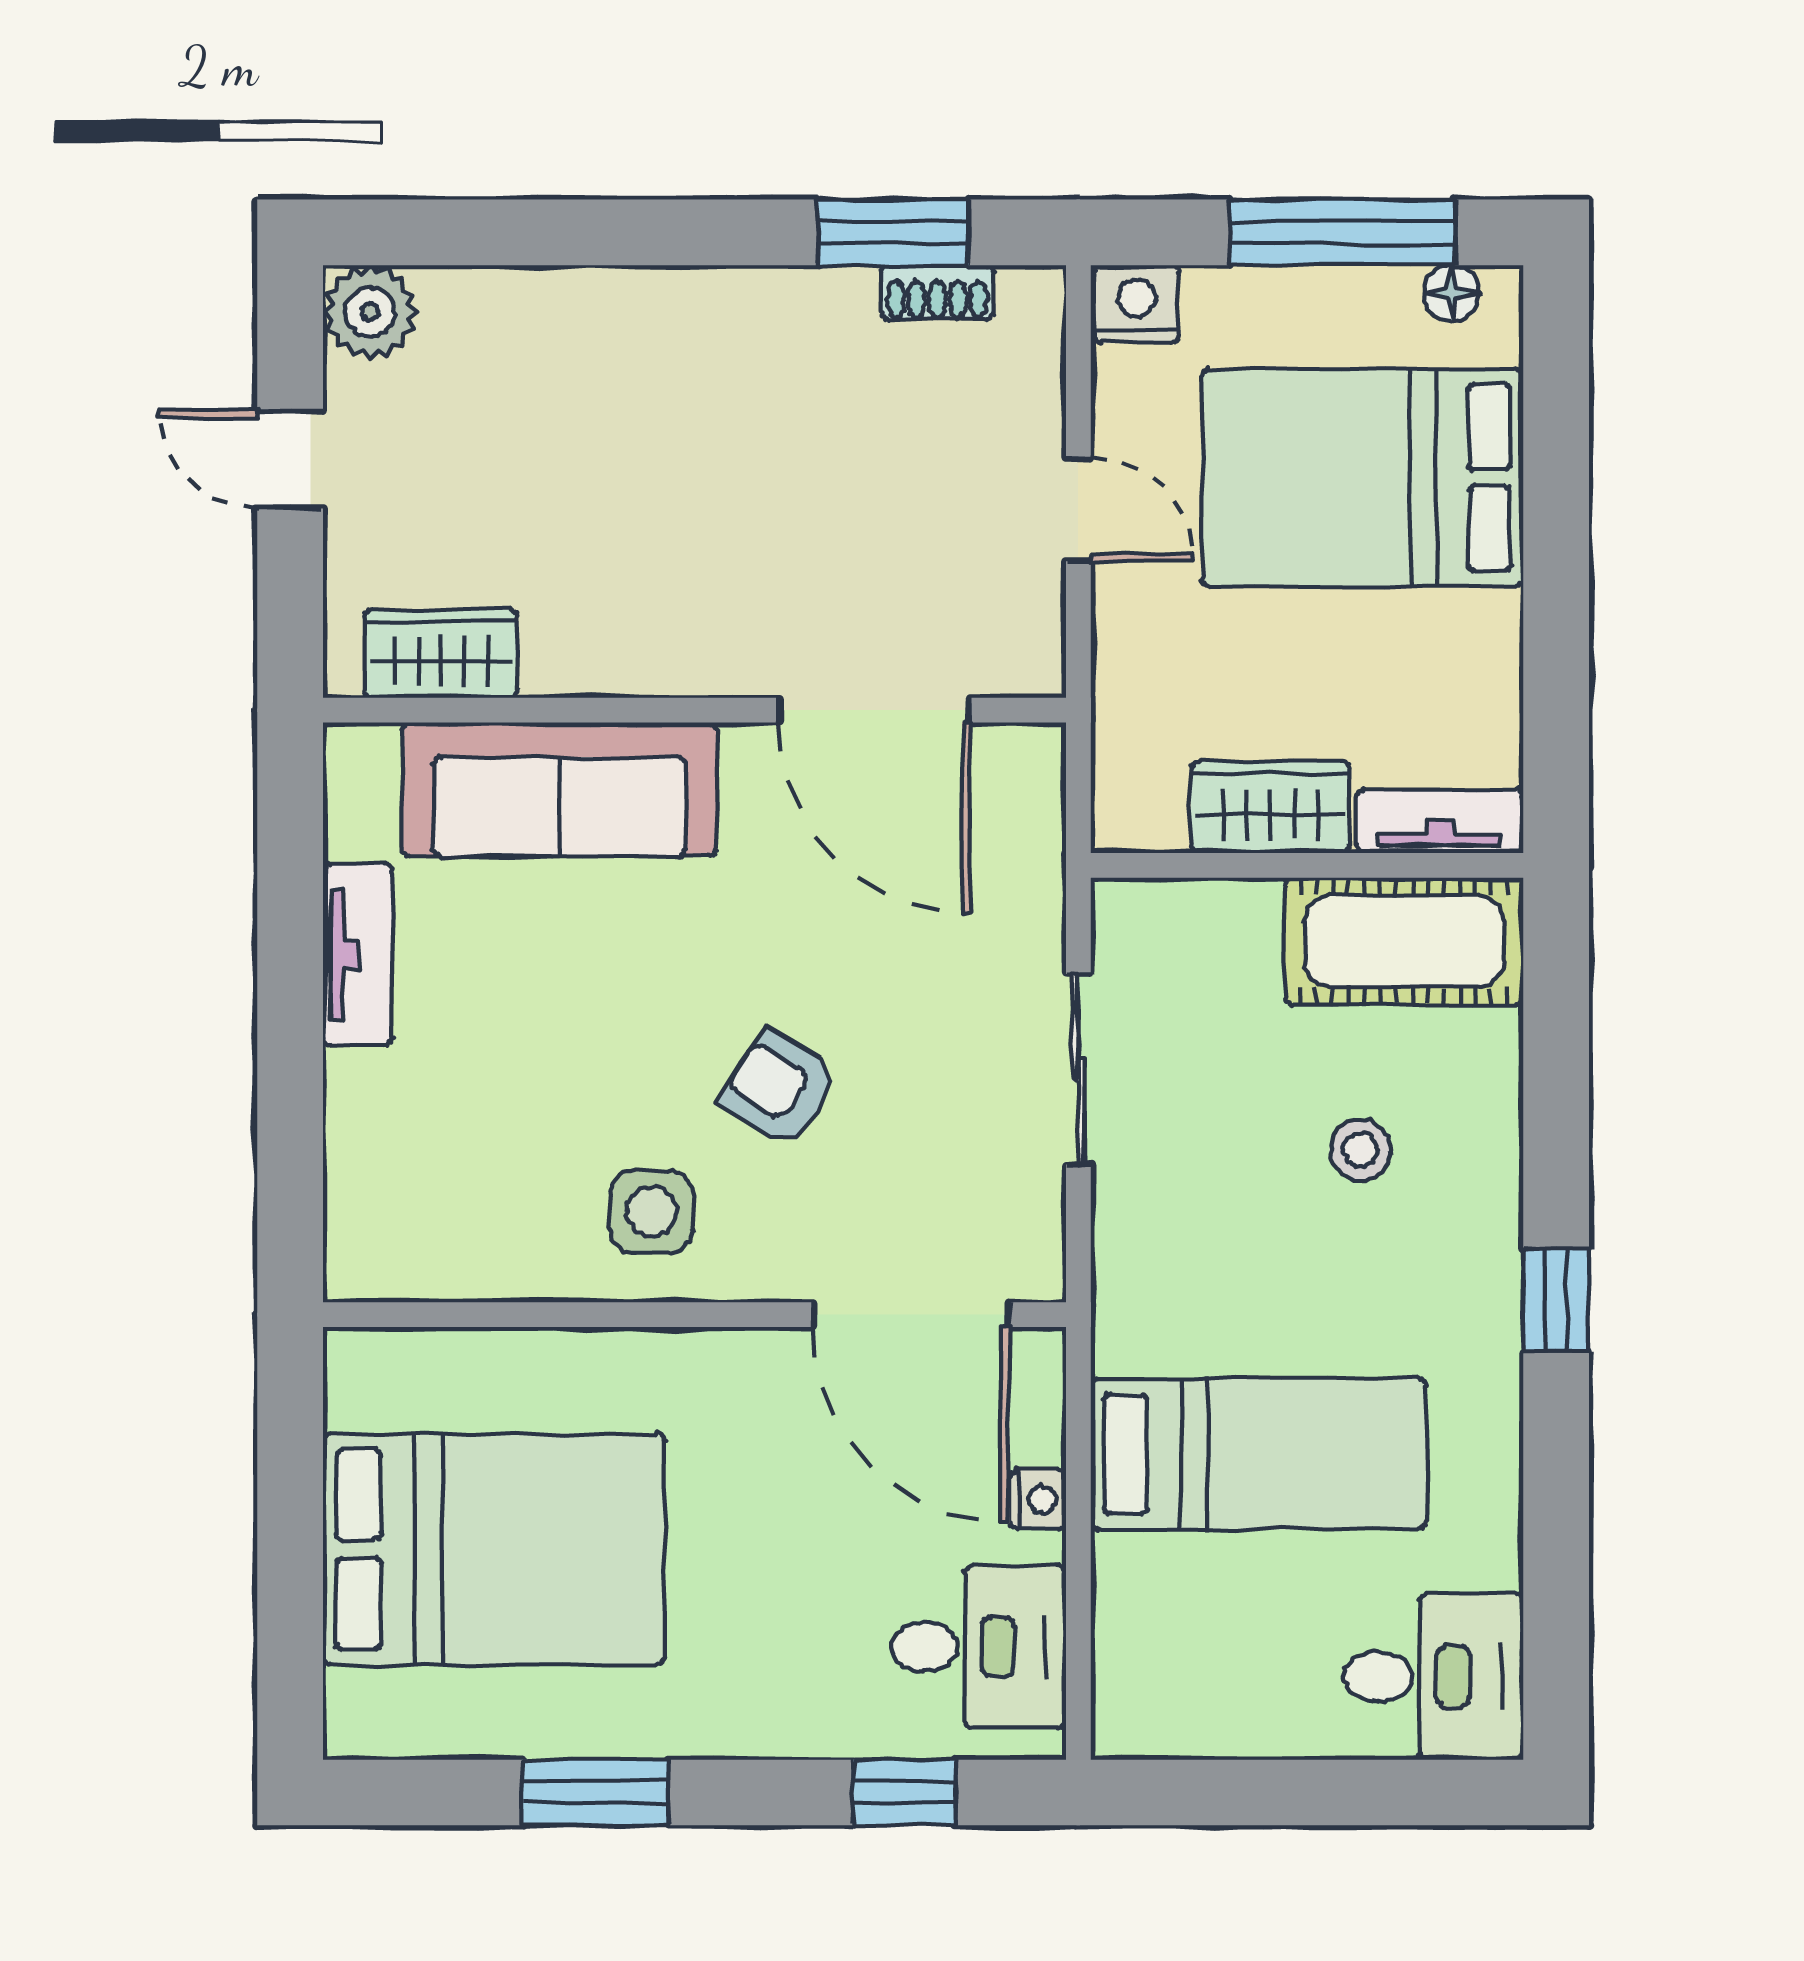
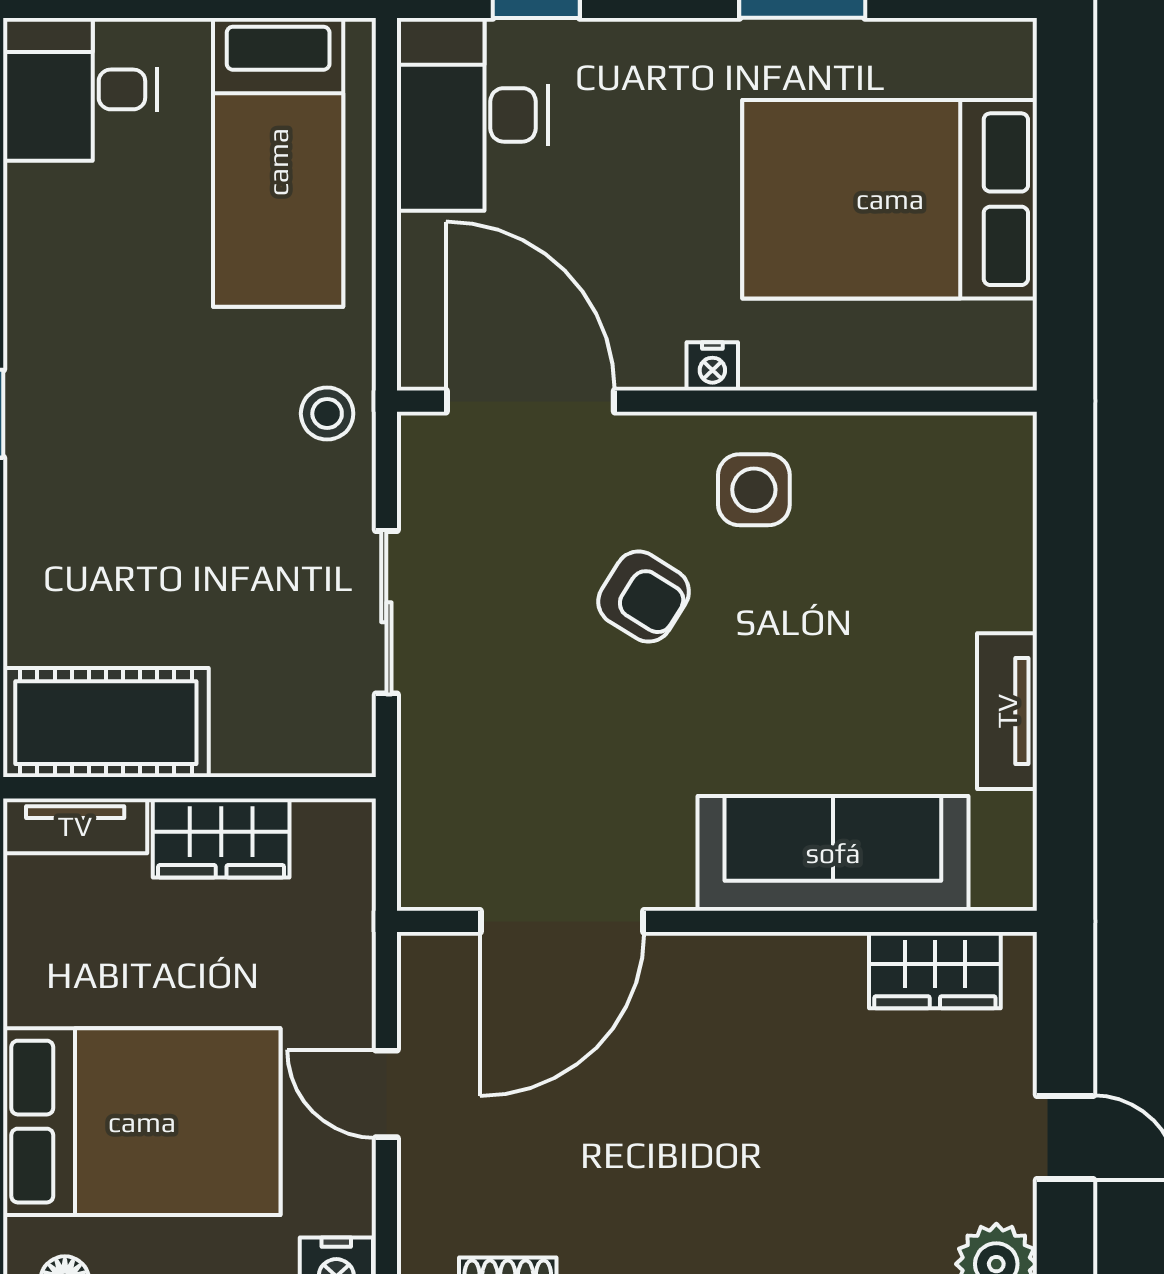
door: (874, 710) -> (562, 921), swing flipped
stool: (1360, 1150) -> (327, 414), moved
bed: (1258, 1454) -> (278, 162), moved, turned -90
nightstand: (1038, 1499) -> (712, 366), moved, turned -90
desk: (978, 1647) -> (472, 115), width x1.37

